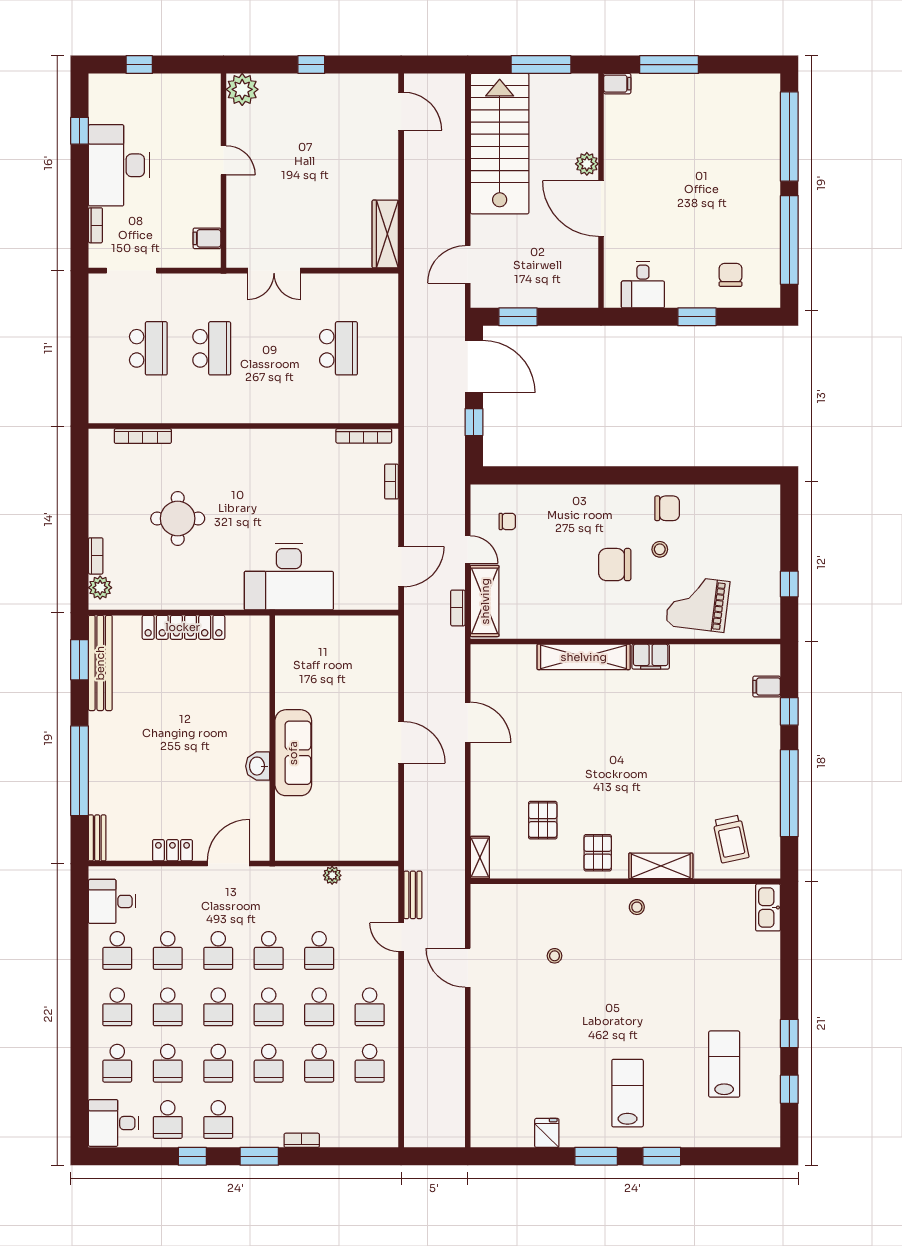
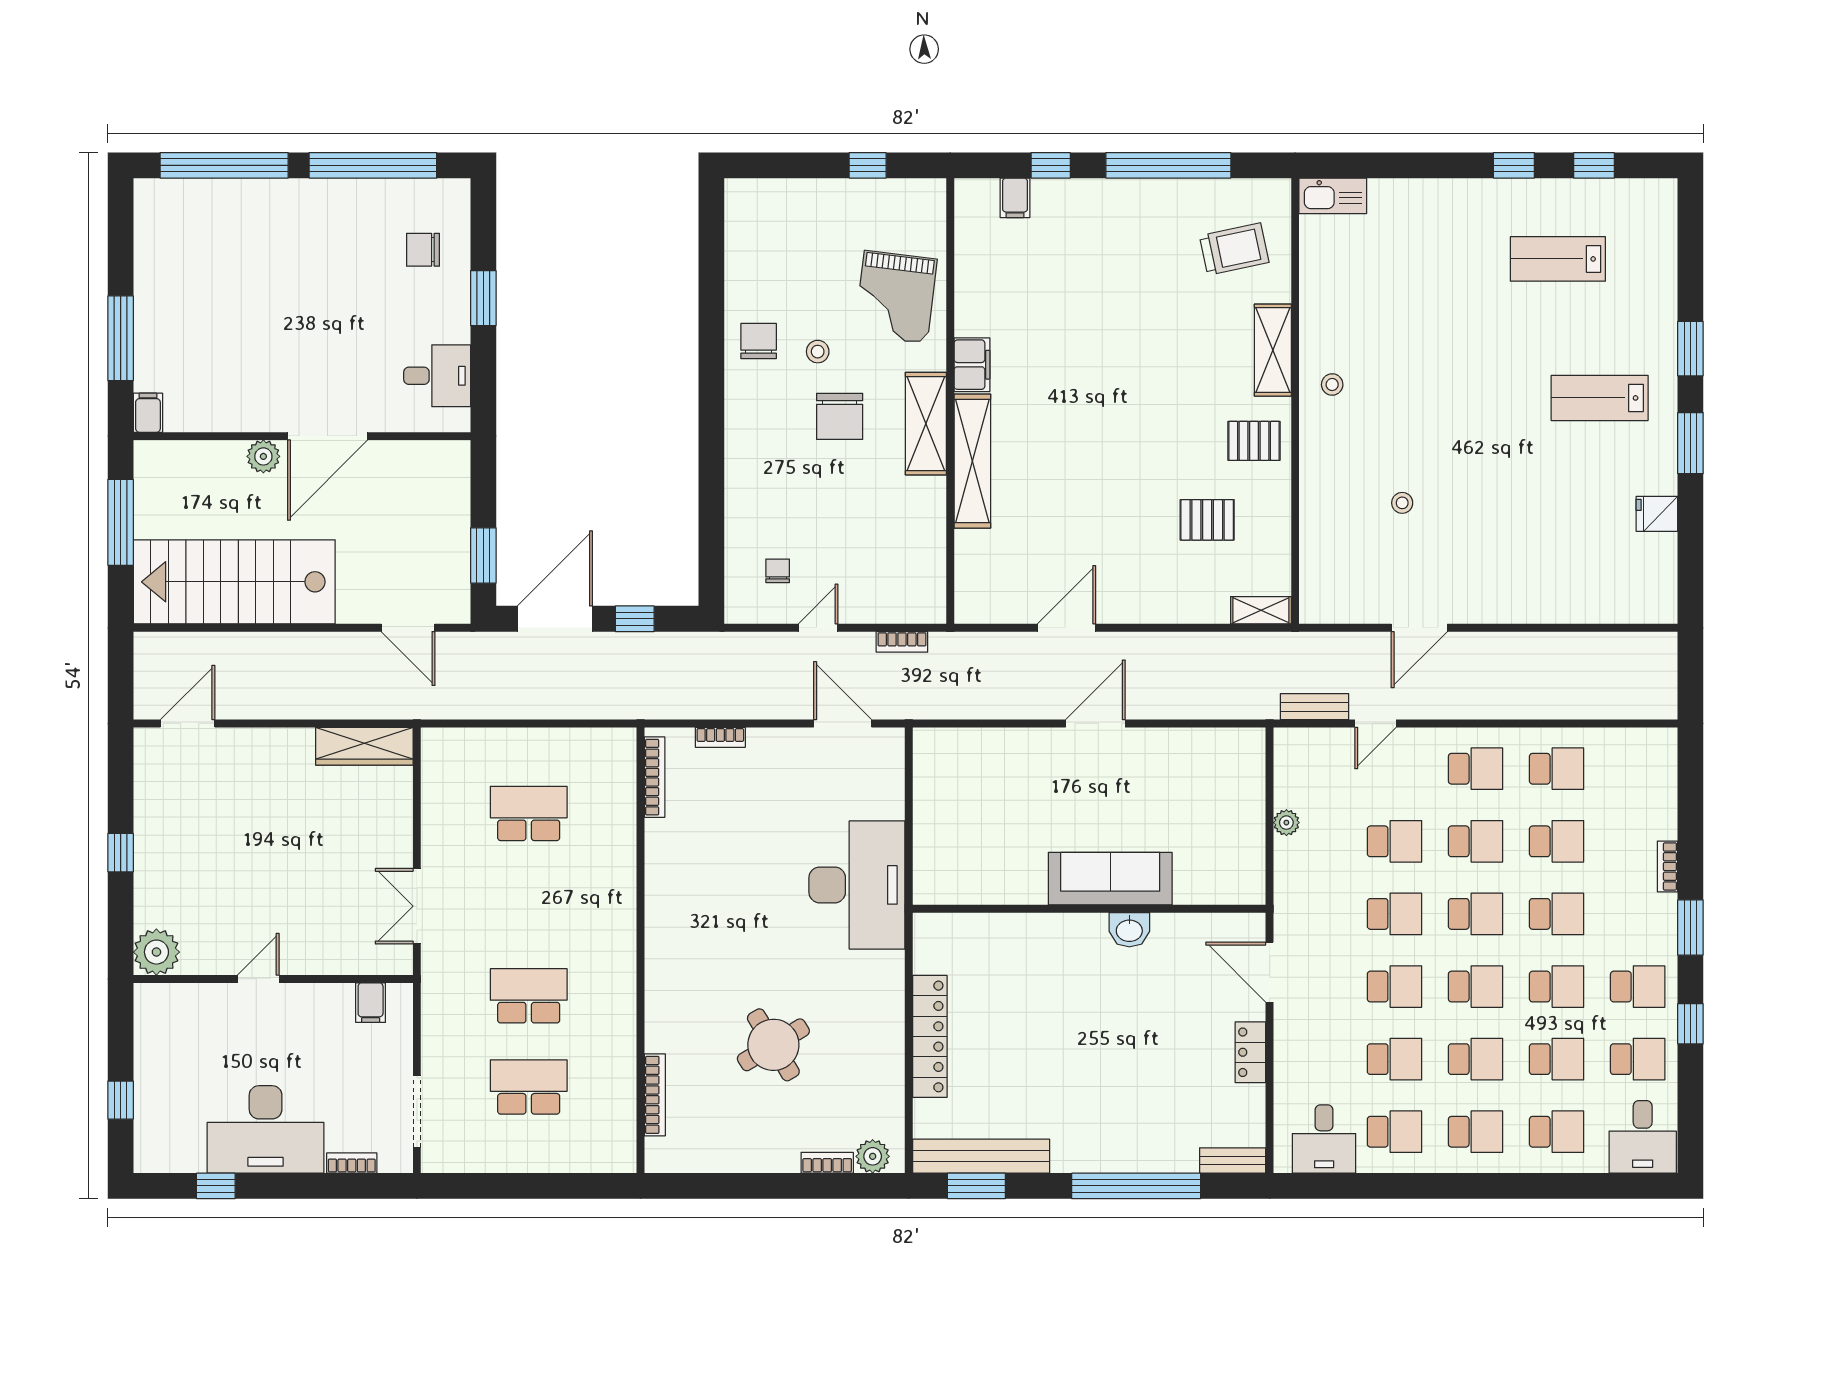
double door: (274, 271) -> (417, 906), swing flipped
round table: (178, 518) -> (773, 1045), turned -31
shelving: (485, 601) -> (926, 424), moved, turned 90

